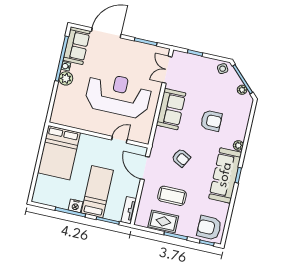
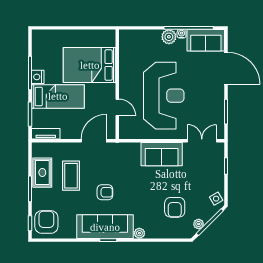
armchair: (211, 121) -> (175, 207), moved
bed: (59, 153) -> (90, 65), moved
armchair: (181, 158) -> (105, 192), moved, turned -118

